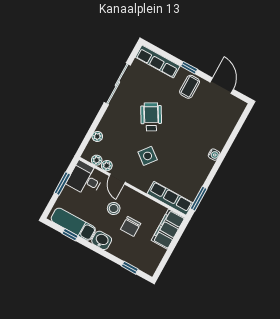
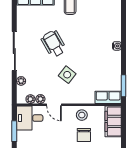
sliding door: (117, 84) -> (14, 51), moved
row of seats: (170, 198) -> (108, 97), width x0.68
stool: (114, 208) -> (82, 115), moved

